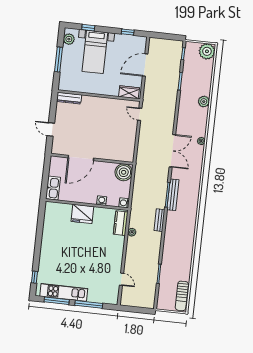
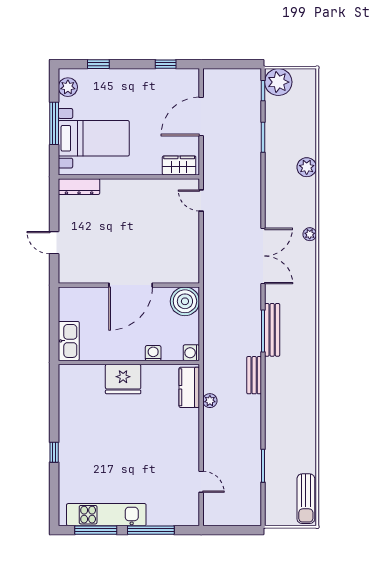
plant: (207, 51) -> (278, 82), moved
bed with nightstands: (95, 52) -> (94, 138), moved, turned -90
door: (81, 158) -> (131, 285), moved
window: (34, 277) -> (54, 452), moved

